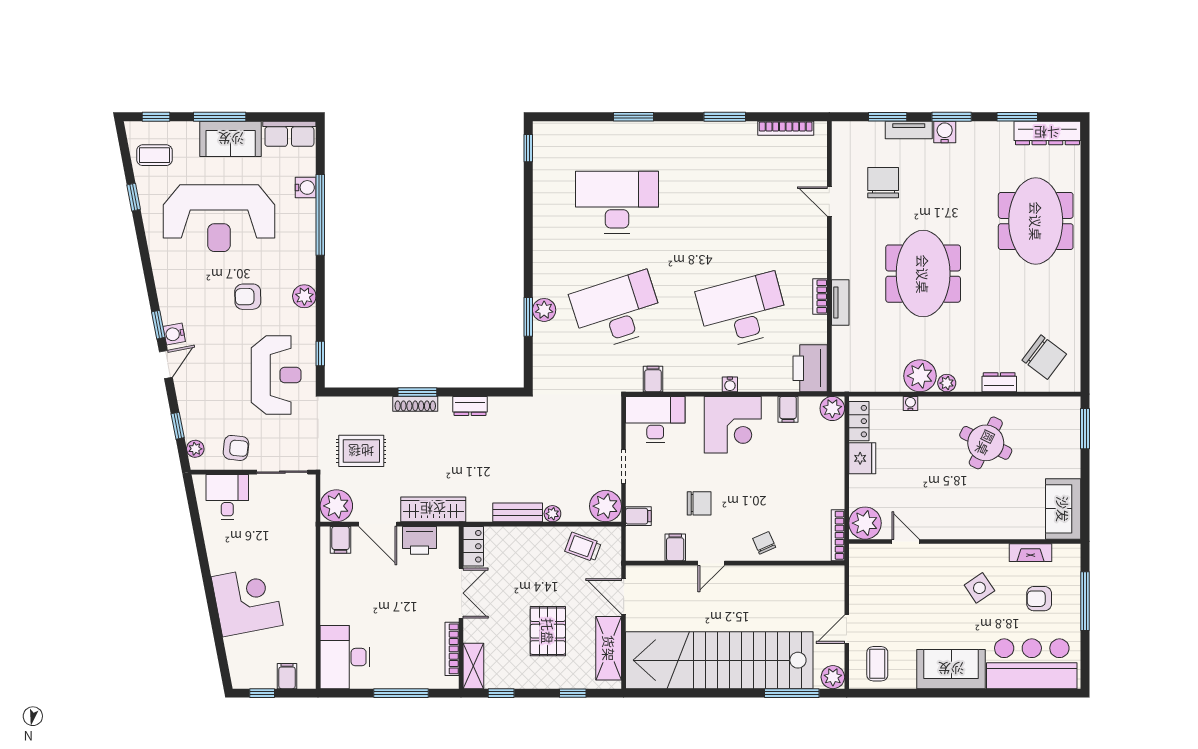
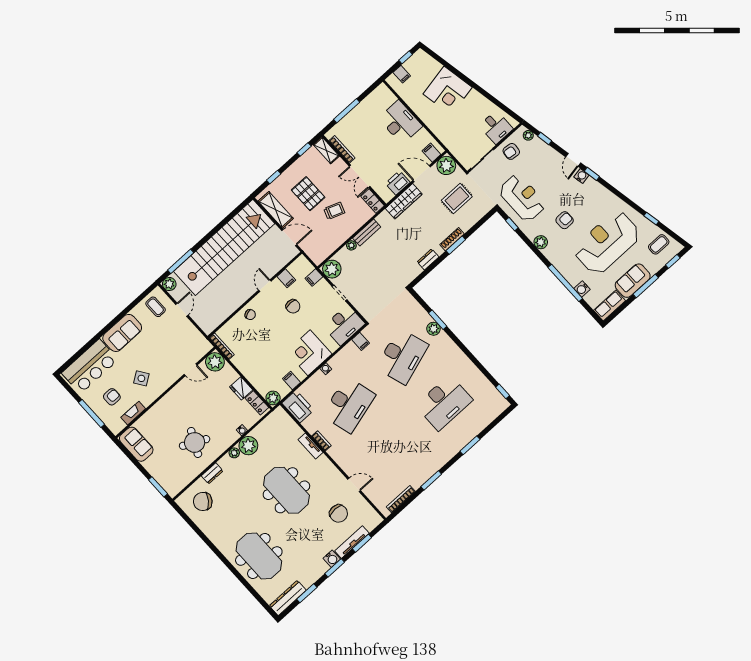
tv unit: (909, 130) -> (352, 542), width x1.41
reception desk: (276, 375) -> (522, 198), turned 180
chair: (699, 503) -> (293, 306), turned -90
trolley: (583, 547) -> (334, 211), moved
desk: (345, 657) -> (400, 122), moved

